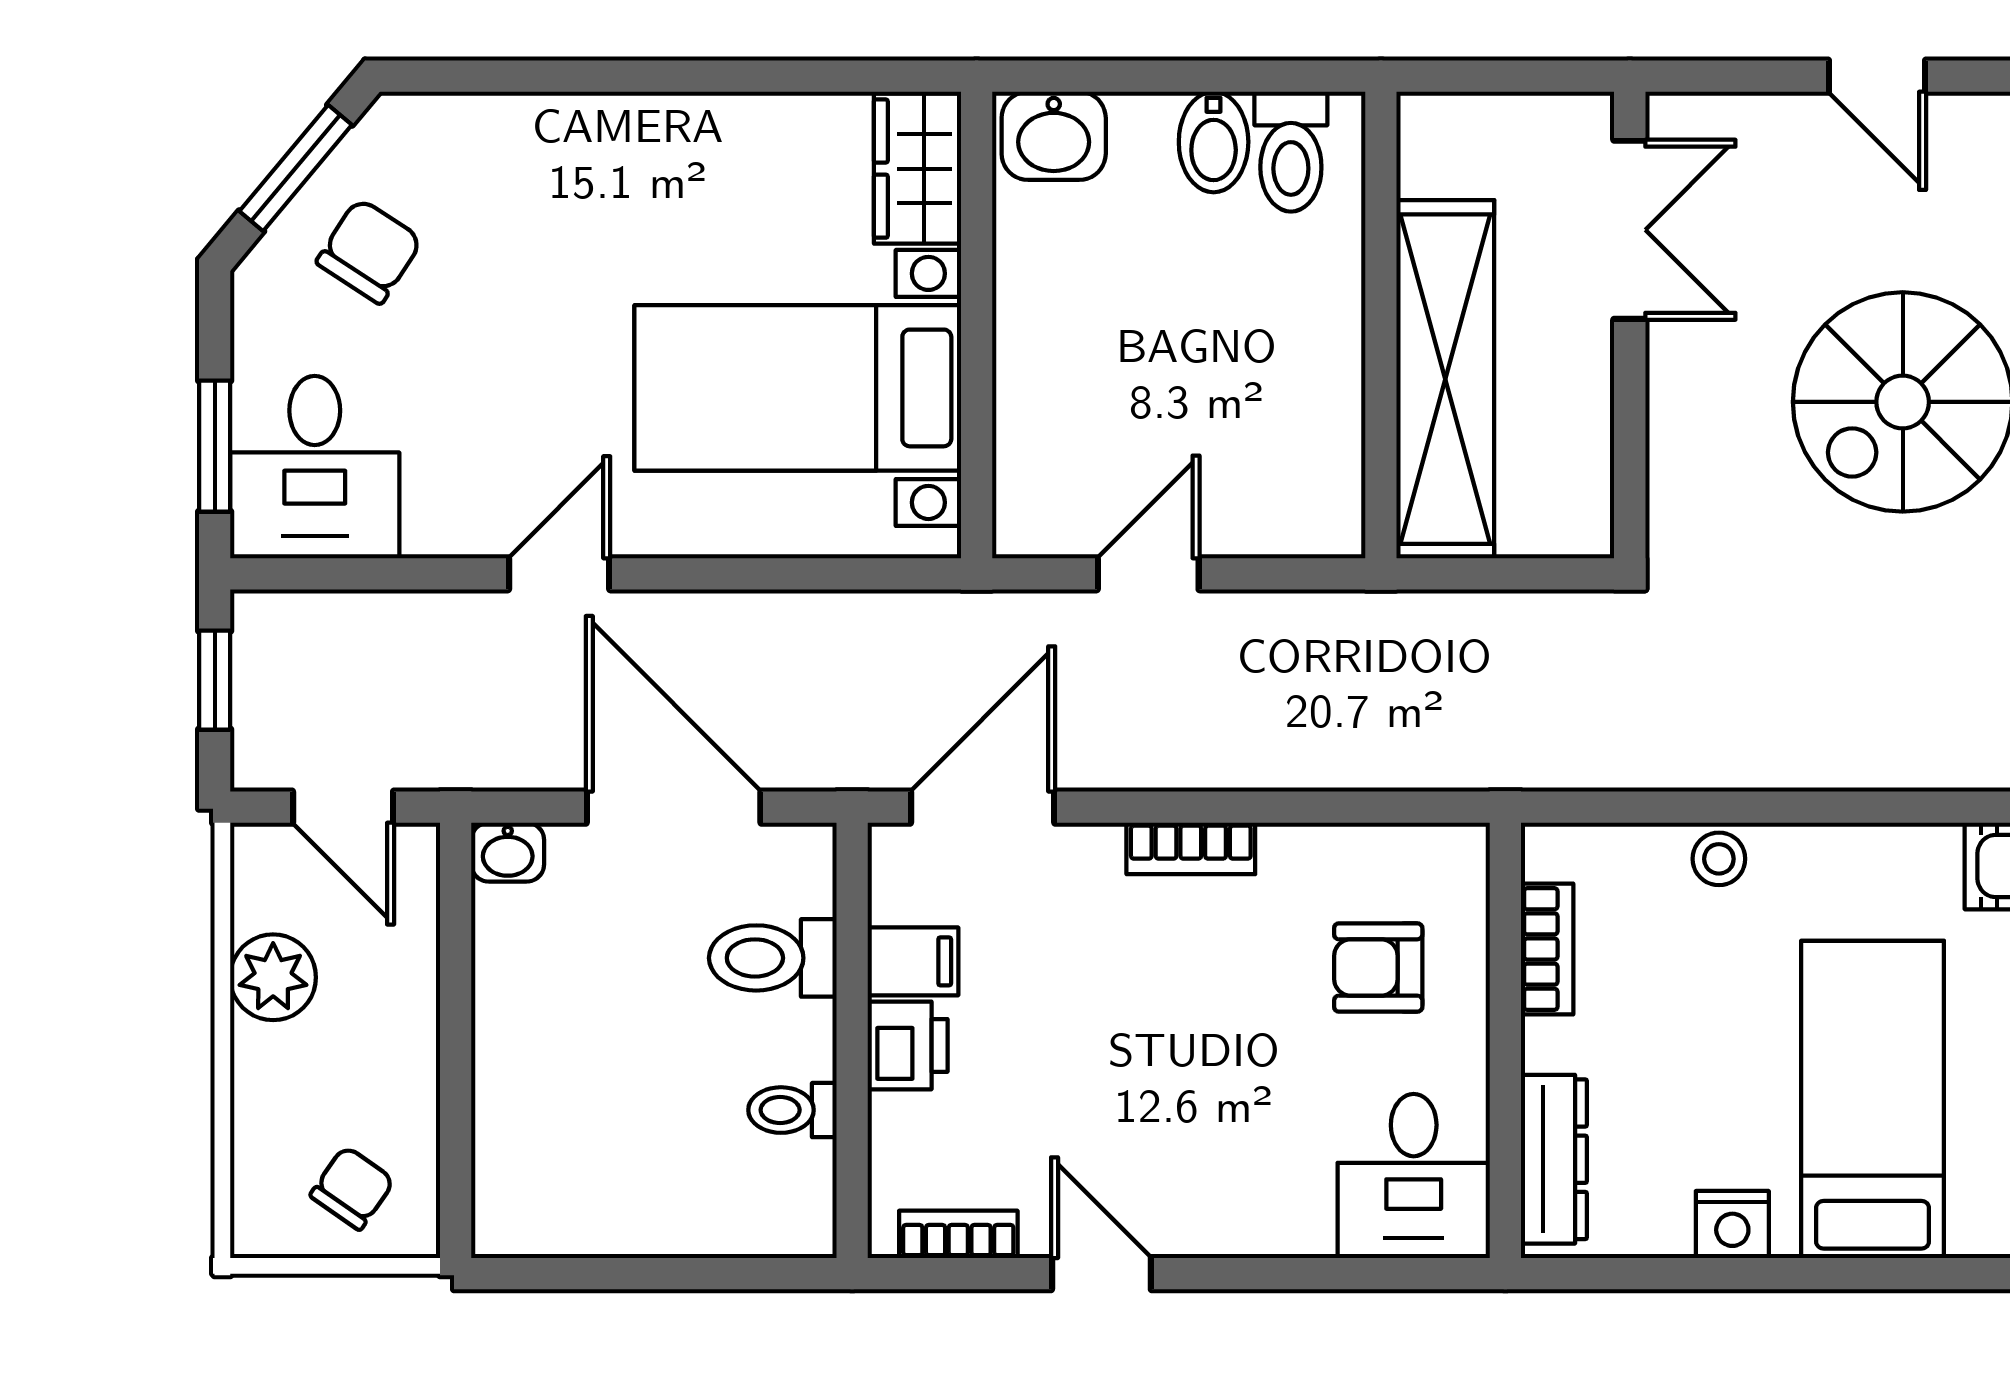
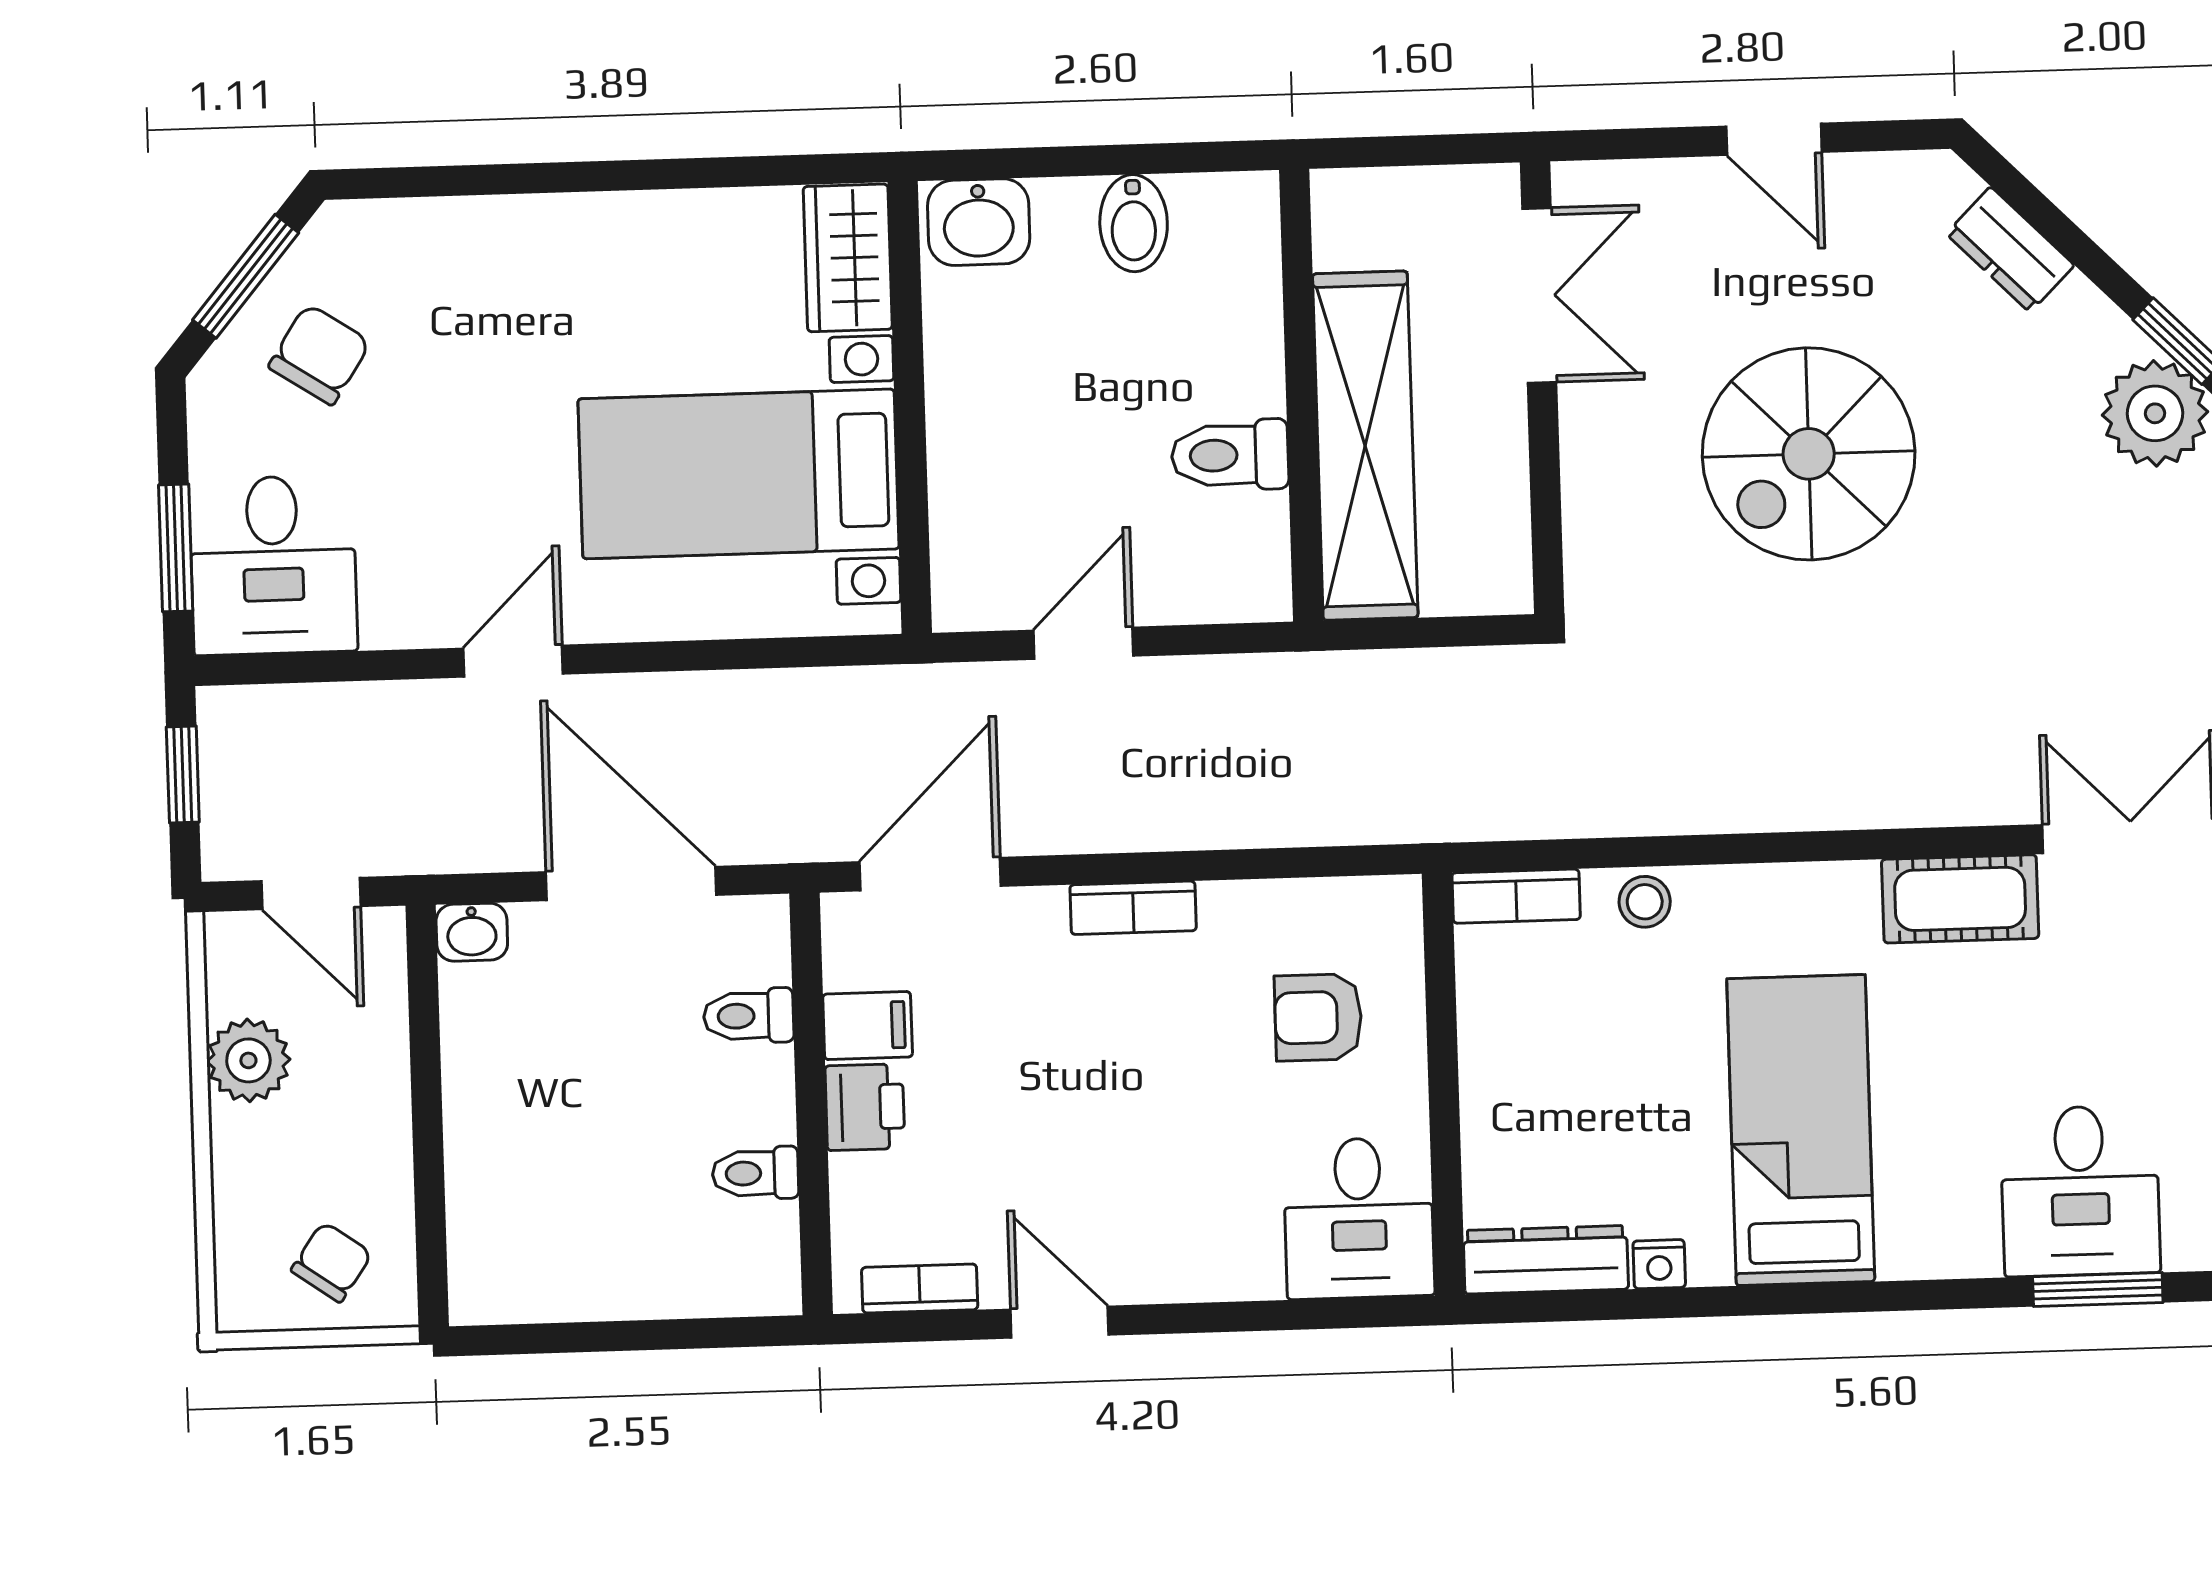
toilet: (1291, 152) -> (1230, 455), moved, turned 90
bookcase: (1547, 949) -> (1516, 896), moved, turned 90
toilet: (773, 958) -> (749, 1016), width x0.73, depth x0.72
dresser: (1554, 1159) -> (1546, 1260), moved, turned -90
nightstand: (1732, 1224) -> (1659, 1264), width x0.72, depth x0.74

